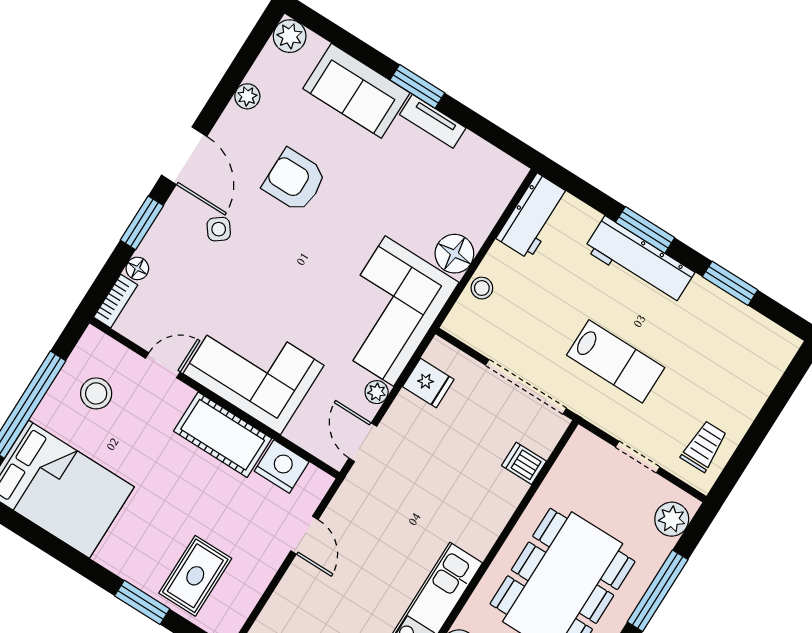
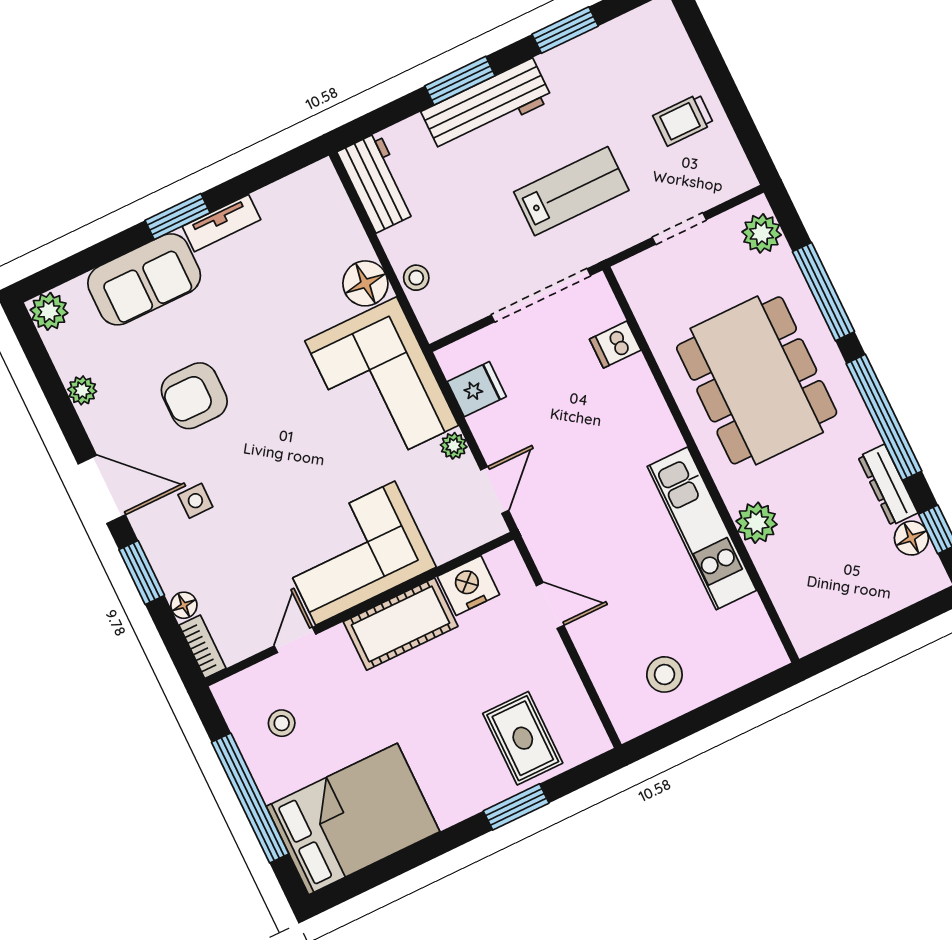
side table: (219, 229) -> (195, 501), turned 37
stool: (96, 393) -> (282, 723), width x0.73, depth x0.73
door: (363, 442) -> (495, 490), swing flipped
trolley: (704, 446) -> (683, 120), moved, turned -90

